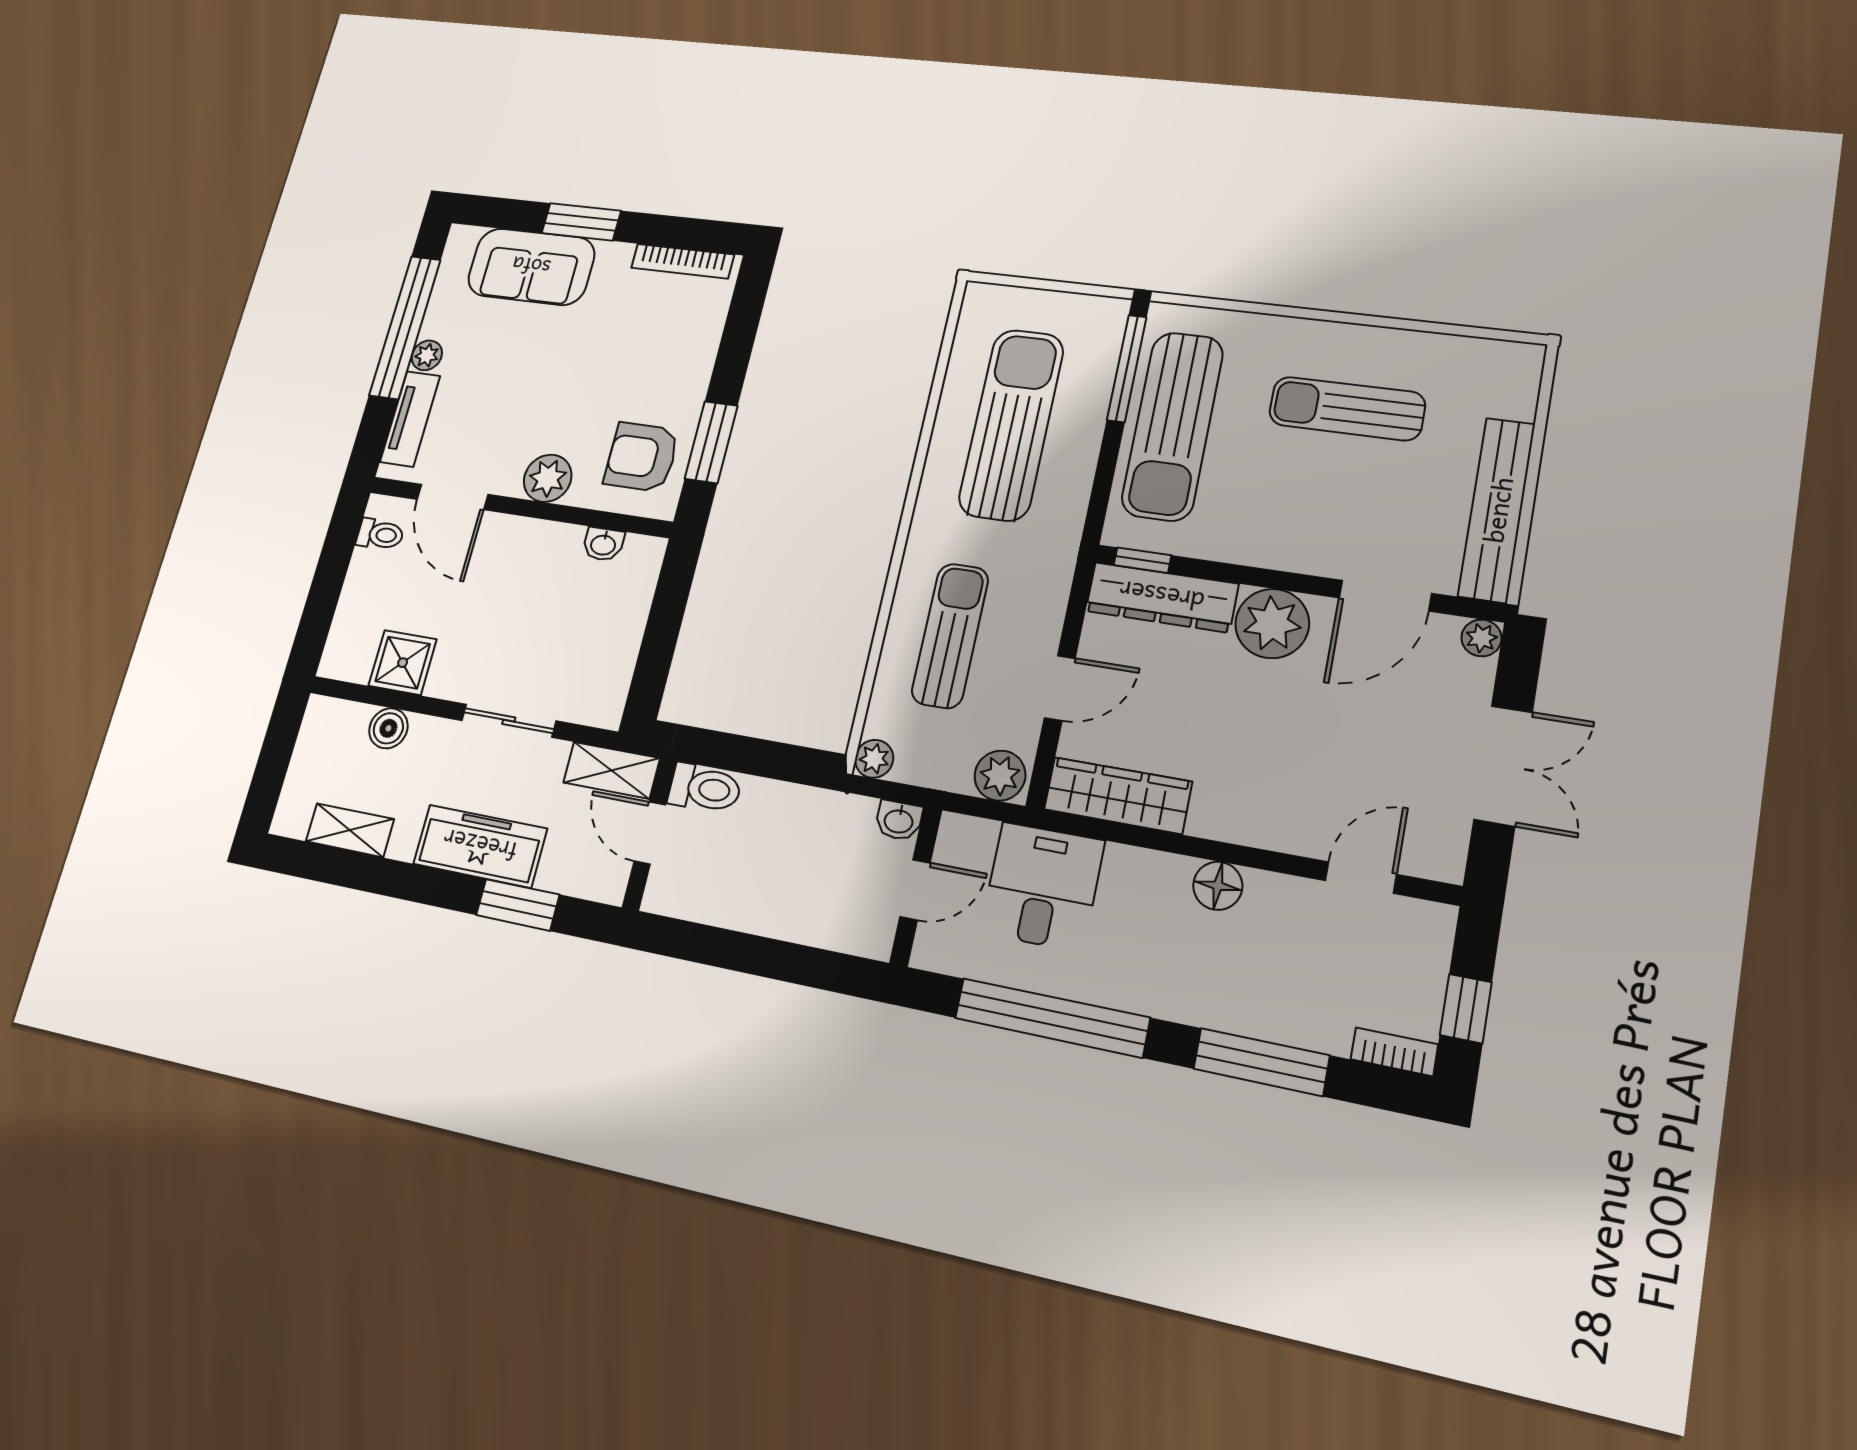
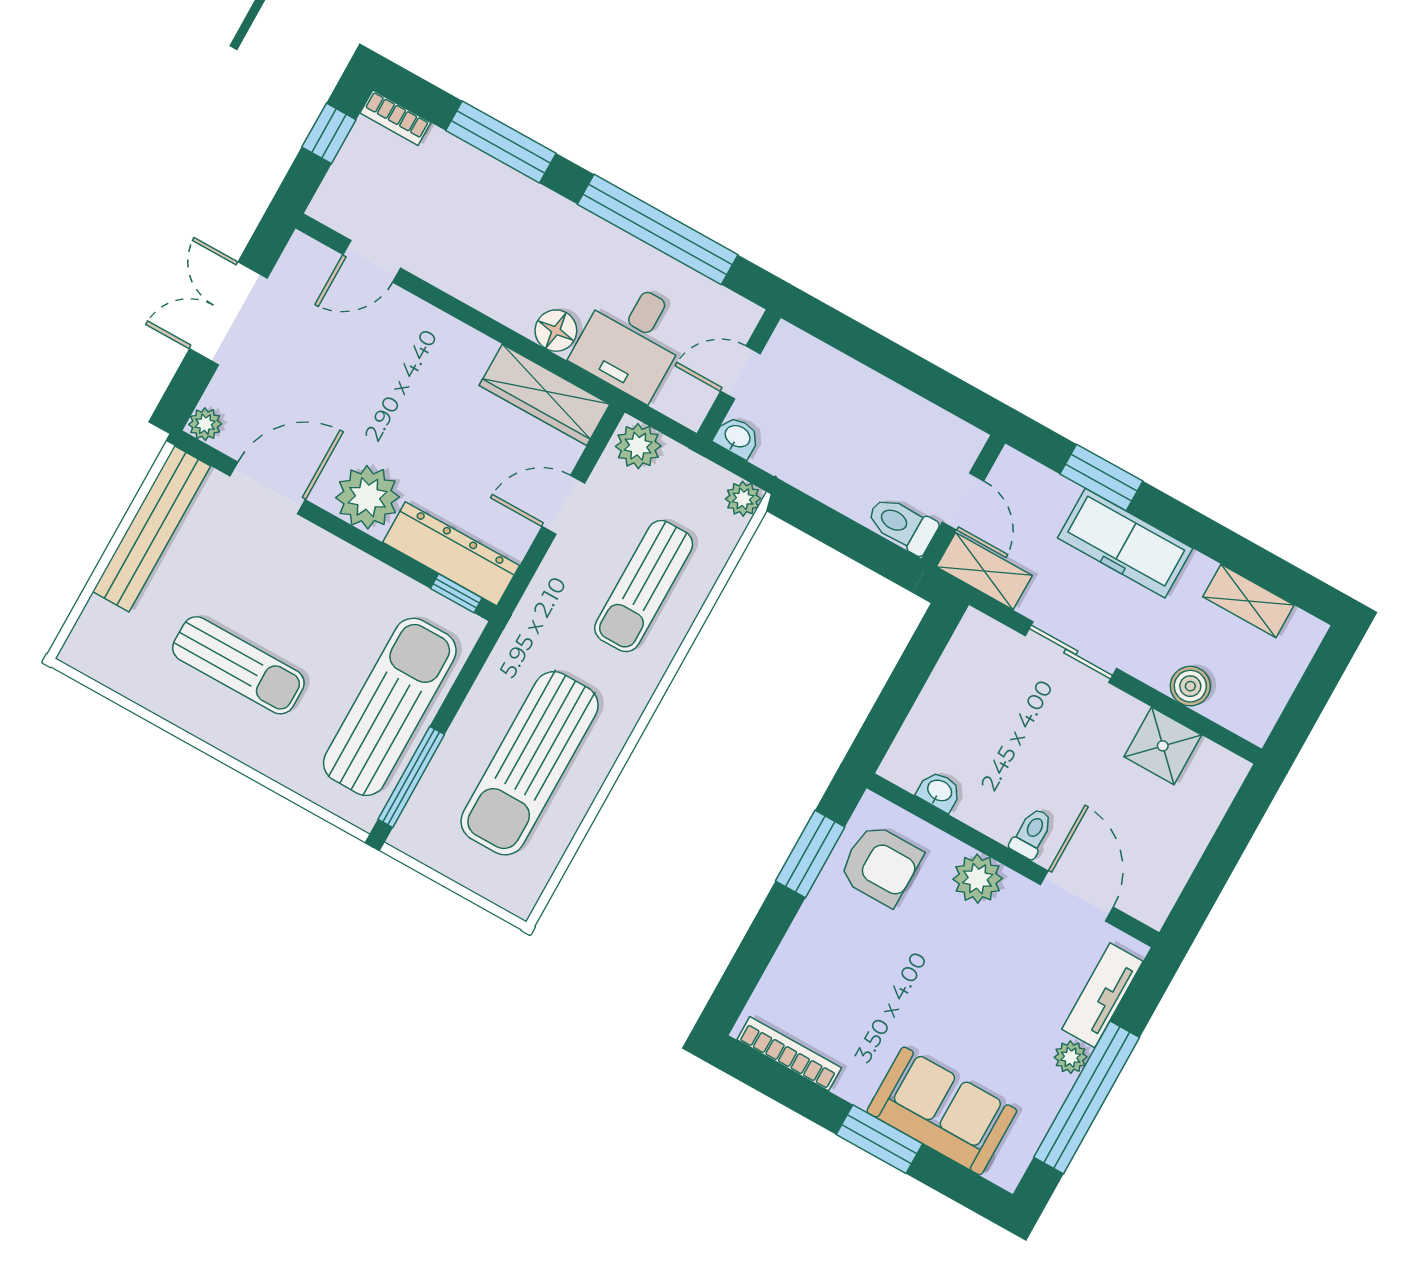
toilet: (380, 534) -> (1032, 833), moved, turned 90
floor lamp: (1218, 886) -> (556, 331), moved

